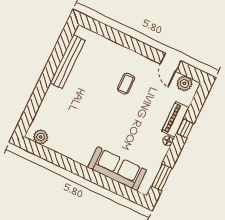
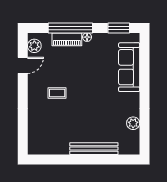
bench: (68, 62) -> (94, 149), moved
window: (185, 128) -> (70, 28), width x3.17
plant: (41, 137) -> (133, 123), moved

